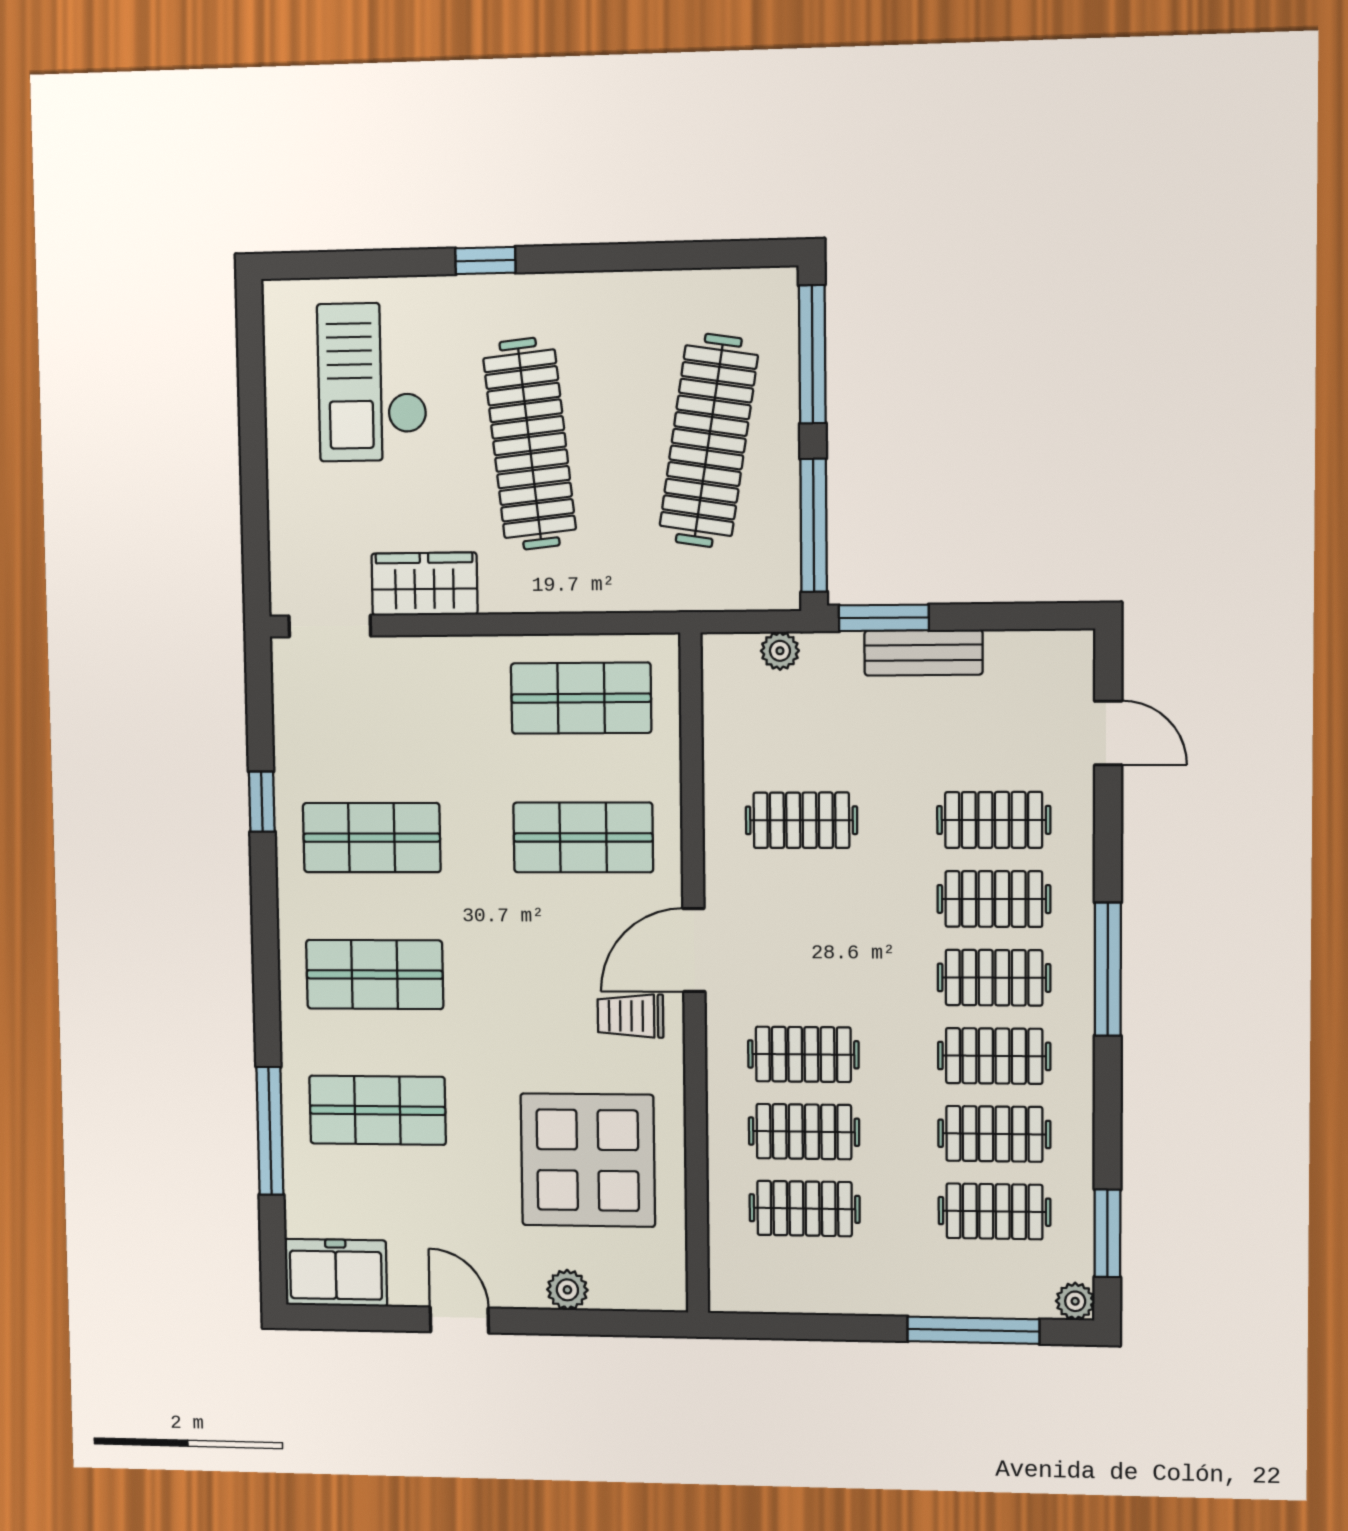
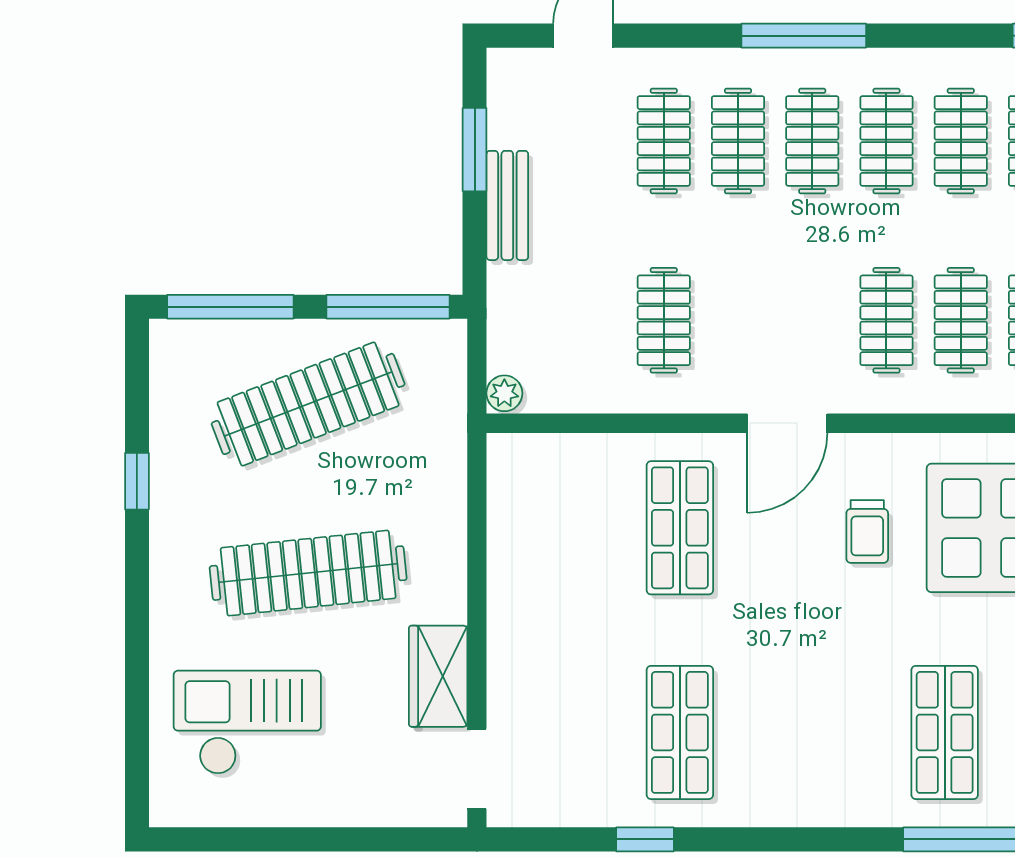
window: (485, 261) -> (137, 481), moved
checkout: (372, 382) -> (247, 722), turned 180
clothes rail: (709, 441) -> (308, 404), turned -30
window: (884, 618) -> (475, 150), moved
plant: (780, 651) -> (504, 393), moved
shop shelf: (581, 698) -> (547, 528), removed
door: (694, 950) -> (787, 423), hinge flipped
shop shelf: (375, 974) -> (812, 732), removed
trolley: (630, 1016) -> (867, 531), moved

